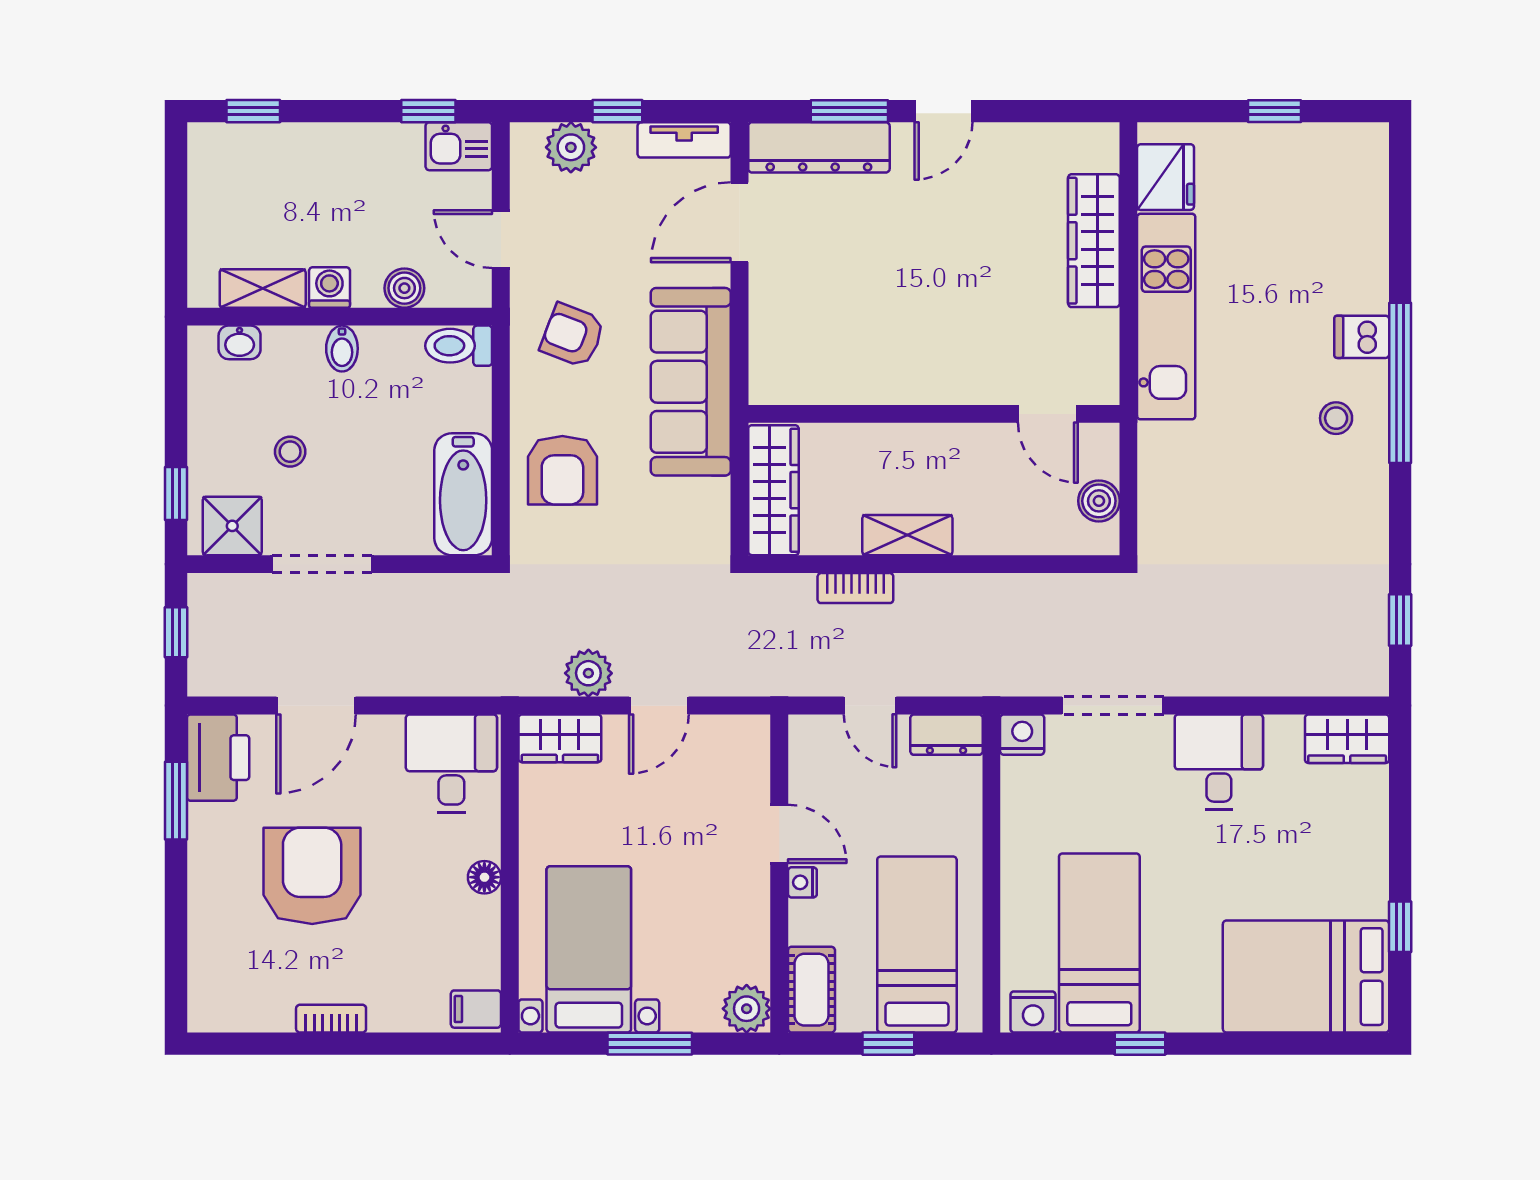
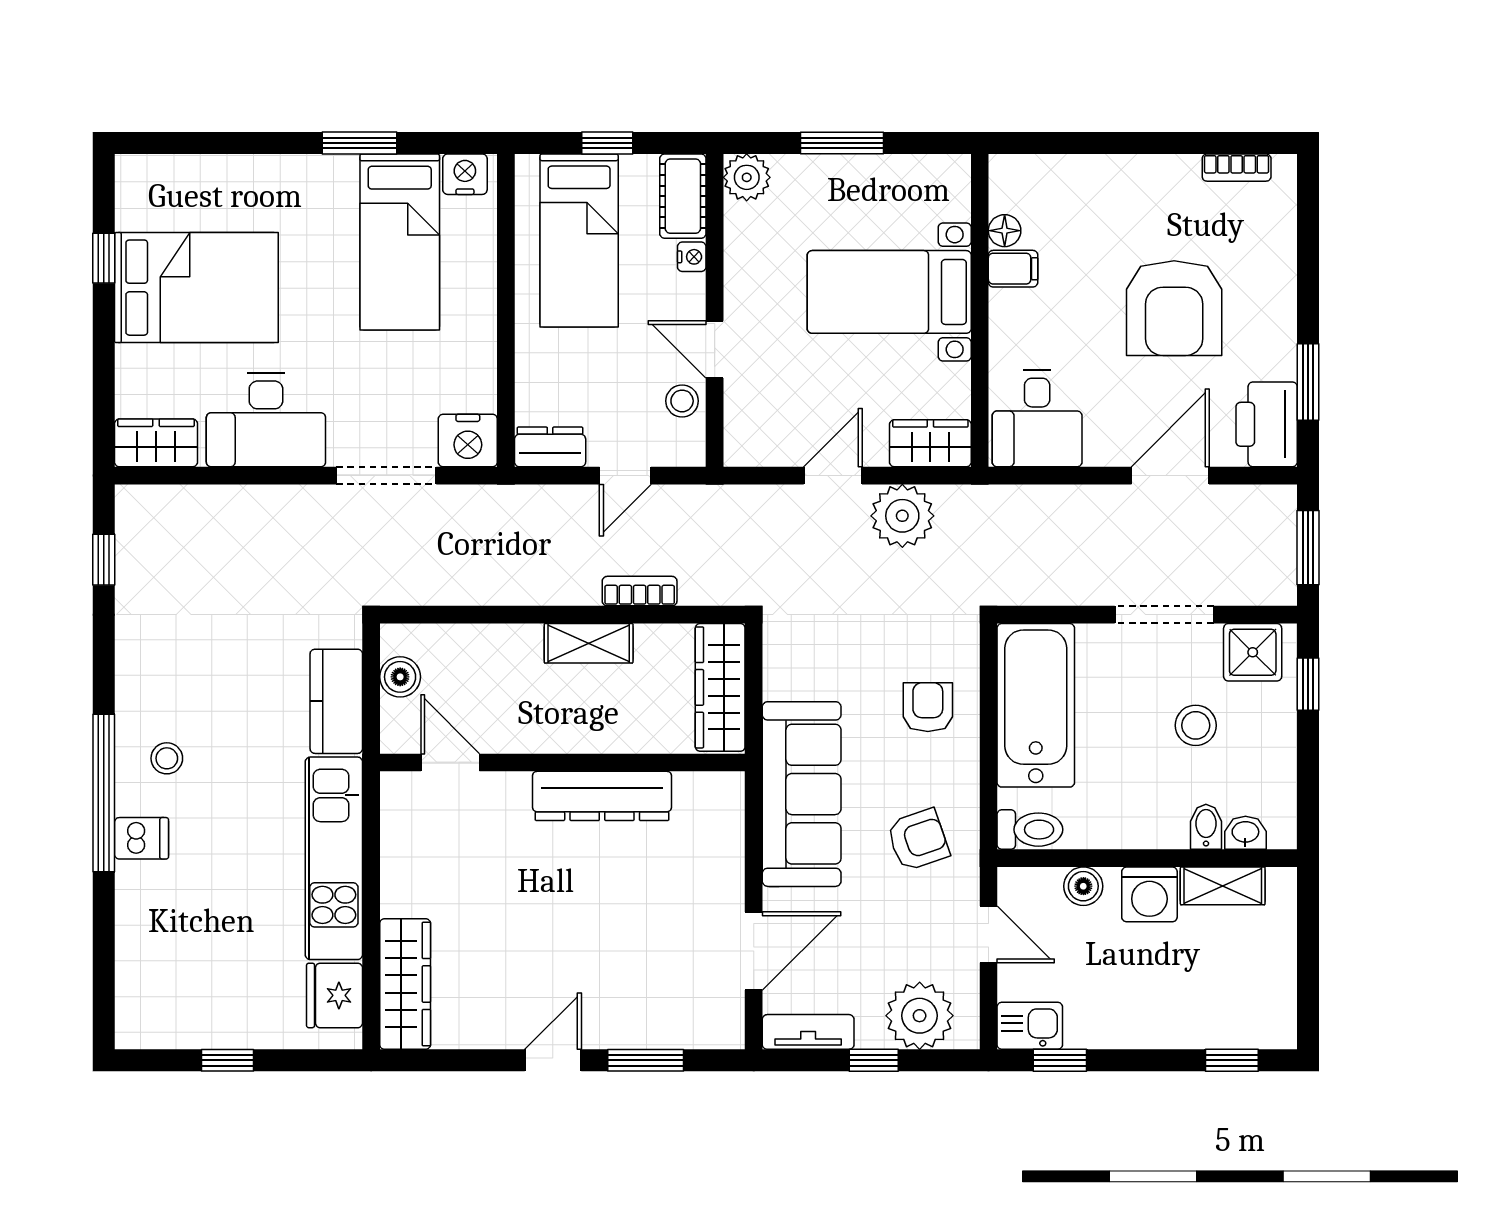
plant: (571, 147) -> (920, 1016), width x1.36, depth x1.36
dresser: (819, 147) -> (602, 796), moved, turned 180
wardrobe: (1094, 241) -> (405, 984), moved
washing machine: (329, 287) -> (1149, 894), width x1.38, depth x1.38
armchair: (572, 335) -> (918, 840), turned -40
bidet: (342, 349) -> (1206, 827), moved
stool: (290, 452) -> (1196, 725), width x1.37, depth x1.37
armchair: (562, 470) -> (928, 707), width x0.72, depth x0.72
kitchen counter: (1164, 476) -> (336, 701), added
bathtub: (463, 494) -> (1036, 705), width x1.36, depth x1.36
window: (176, 632) -> (1308, 548), width x1.50
plant: (588, 673) -> (902, 516), width x1.36, depth x1.36
door: (870, 706) -> (625, 476), swing flipped
nightstand: (1022, 735) -> (468, 441), width x1.36, depth x1.33
desk: (1219, 762) -> (266, 420), width x1.37
stool: (812, 781) -> (682, 401), added
floor lamp: (484, 877) -> (1005, 231), moved
nightstand: (802, 882) -> (692, 257), moved
bed with nightstands: (589, 949) -> (889, 292), moved, turned 90
bed: (1306, 977) -> (196, 288), moved
filing cabinet: (476, 1009) -> (1013, 269), moved
bookcase: (331, 1019) -> (1237, 168), moved
window: (1140, 1044) -> (360, 143), width x1.50

